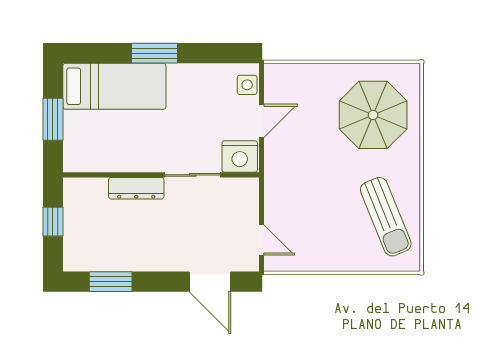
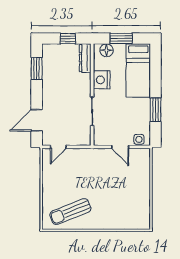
window: (155, 53) -> (155, 110), moved
parasol: (373, 115) -> (123, 205), removed
floor lamp: (76, 147) -> (107, 50), added
nightstand: (240, 157) -> (102, 80), moved
dresser: (136, 188) -> (85, 58), moved

